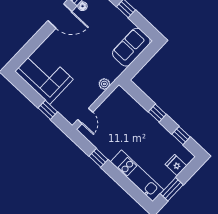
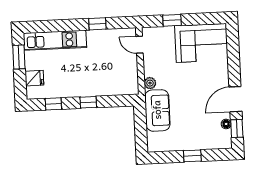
sofa: (131, 47) -> (157, 110), moved

